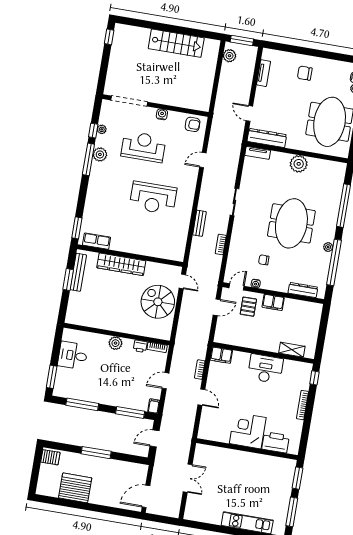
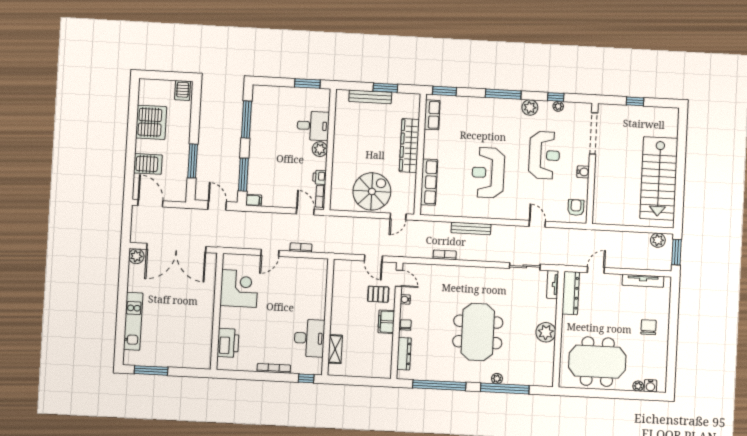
window: (109, 37) -> (635, 101), moved
stairs: (176, 43) -> (659, 178), width x1.36, depth x1.51
tv unit: (264, 73) -> (643, 281), width x1.41
armchair: (193, 124) -> (576, 208), turned 180
window: (88, 159) -> (503, 94), moved
sliding door: (234, 202) -> (525, 266), moved
bench: (200, 223) -> (471, 228), width x1.36
meeting table: (291, 223) -> (478, 332), turned 90
plant: (328, 247) -> (497, 379), moved
row of seats: (155, 251) -> (429, 182), added
chair: (264, 260) -> (406, 325), moved
bench: (78, 272) -> (370, 97), moved
desk: (73, 355) -> (313, 126), moved, turned 90
filing cabinet: (221, 355) -> (320, 270), removed
desk: (265, 369) -> (309, 338), moved
window: (52, 377) -> (307, 83), moved
door: (166, 381) -> (305, 211), moved
corner desk: (248, 431) -> (239, 288), moved
window: (96, 453) -> (193, 161), moved
double door: (188, 478) -> (176, 248), width x1.87
window: (297, 478) -> (190, 372), removed
server rack: (111, 495) -> (148, 164), added
plant: (191, 514) -> (136, 256), added

